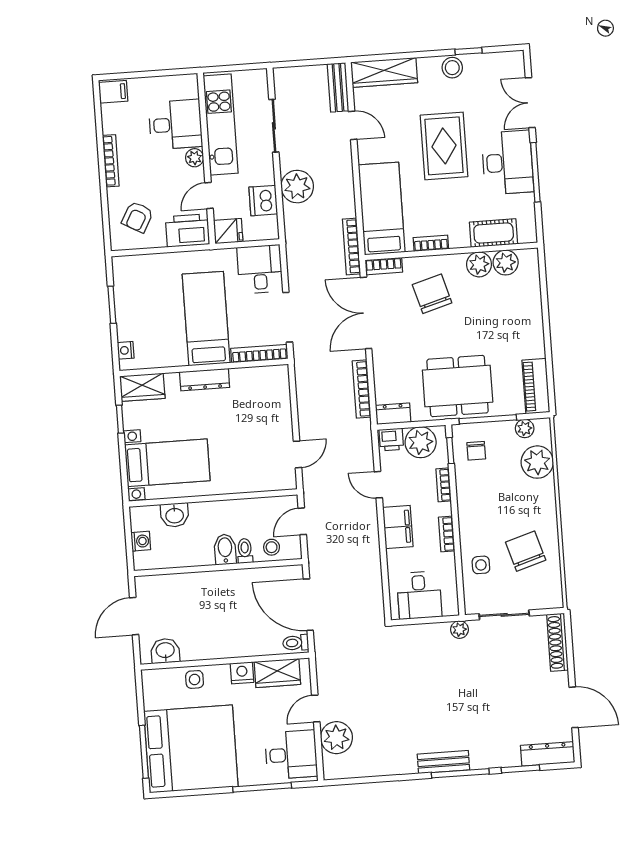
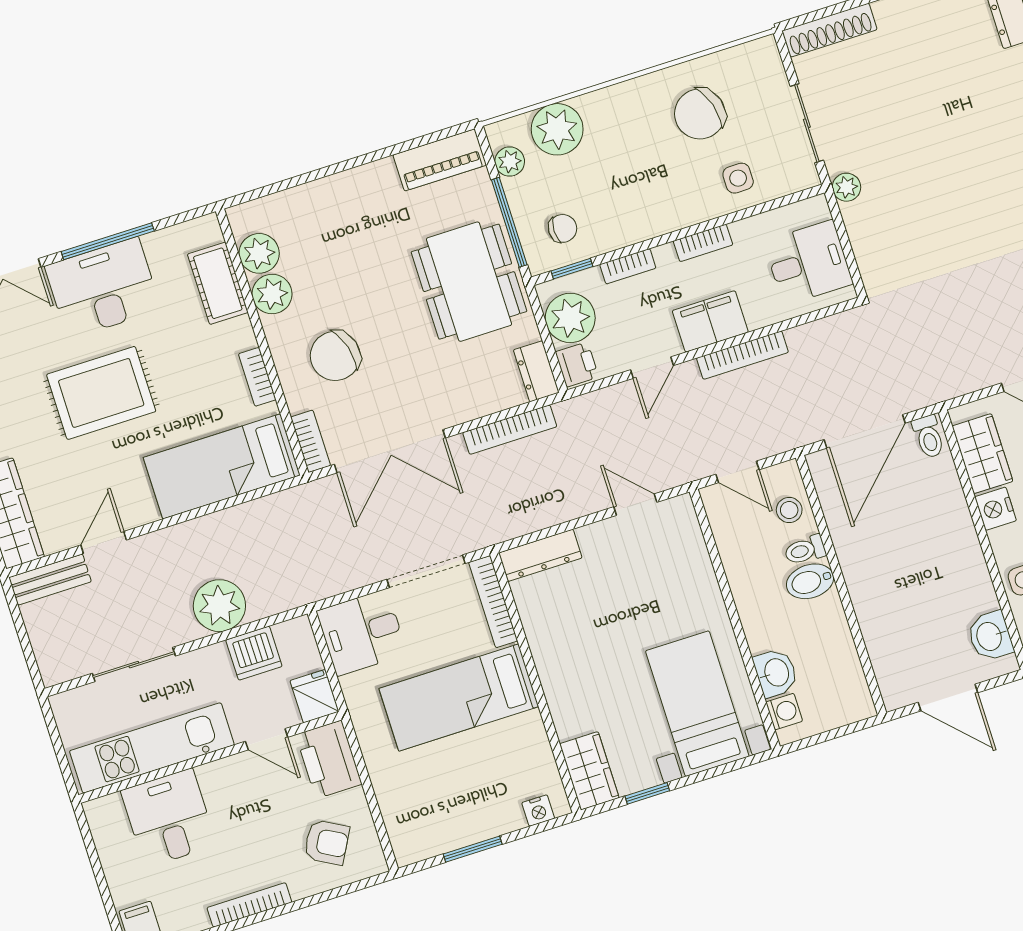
plant: (195, 158) -> (213, 776), removed
bookcase: (351, 246) -> (742, 355), moved
dresser: (205, 380) -> (540, 555), moved, turned 90
washing machine: (141, 541) -> (784, 712), moved, turned 90

